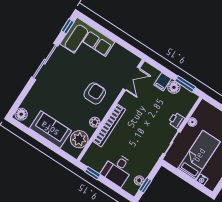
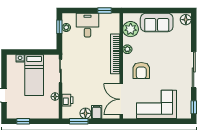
corner sofa: (87, 43) -> (157, 104), moved
double door: (131, 79) -> (121, 99), width x1.37
printer: (176, 121) -> (67, 100), moved

